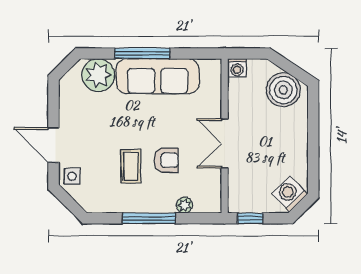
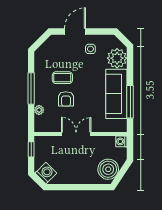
window: (142, 53) -> (130, 102), moved
side table: (72, 176) -> (90, 49), moved

